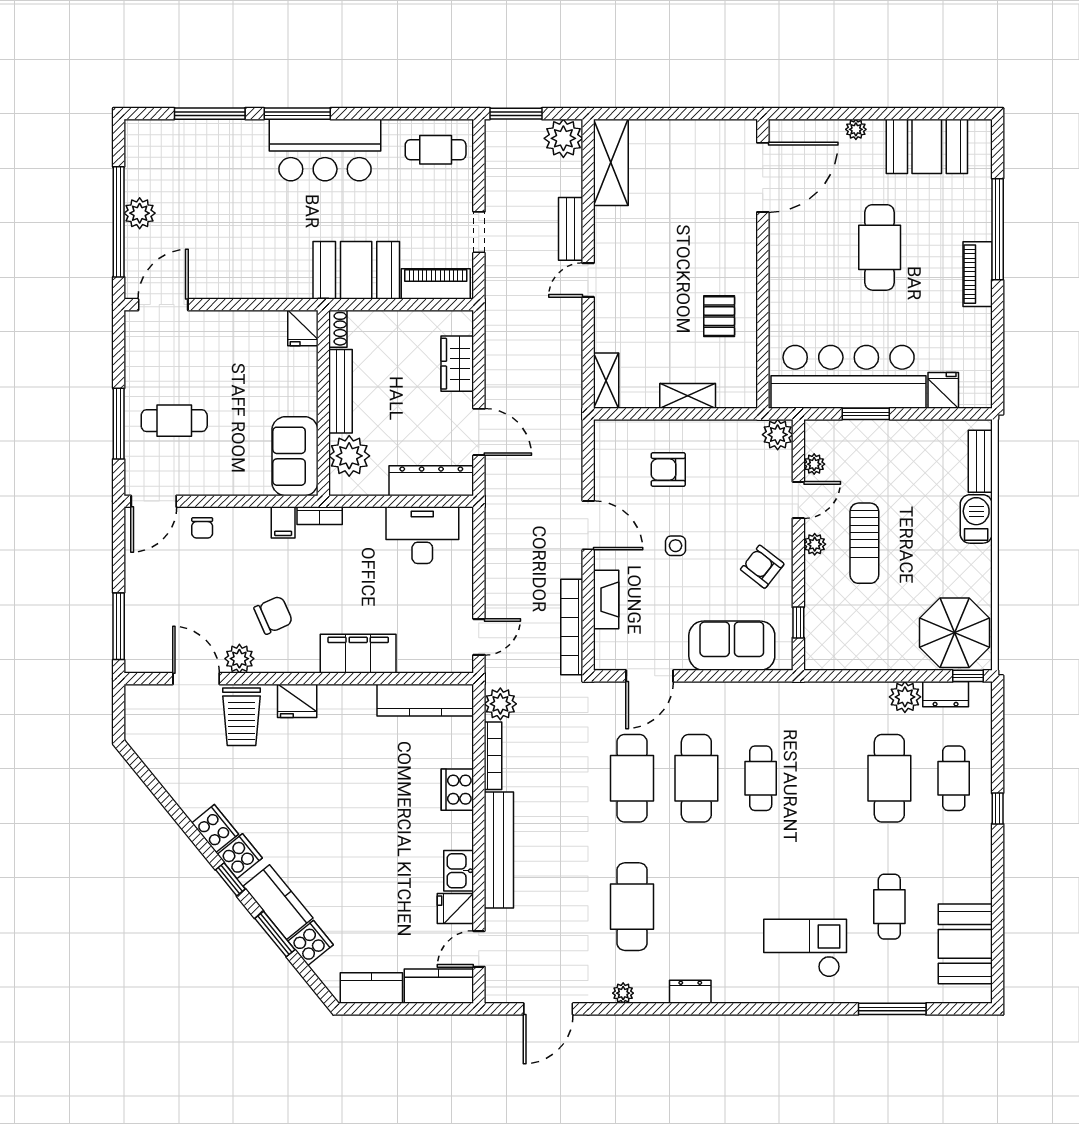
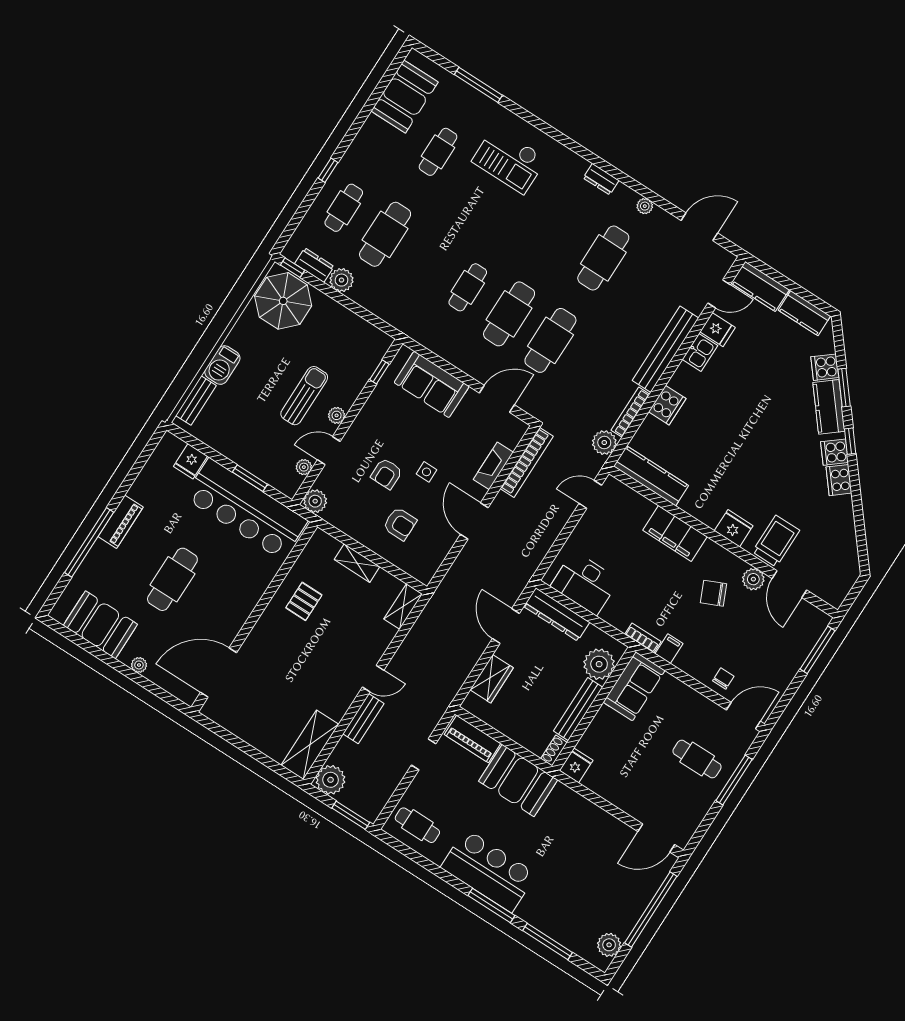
plant: (140, 213) -> (609, 945), moved
armchair: (762, 567) -> (386, 474), moved, turned 52

